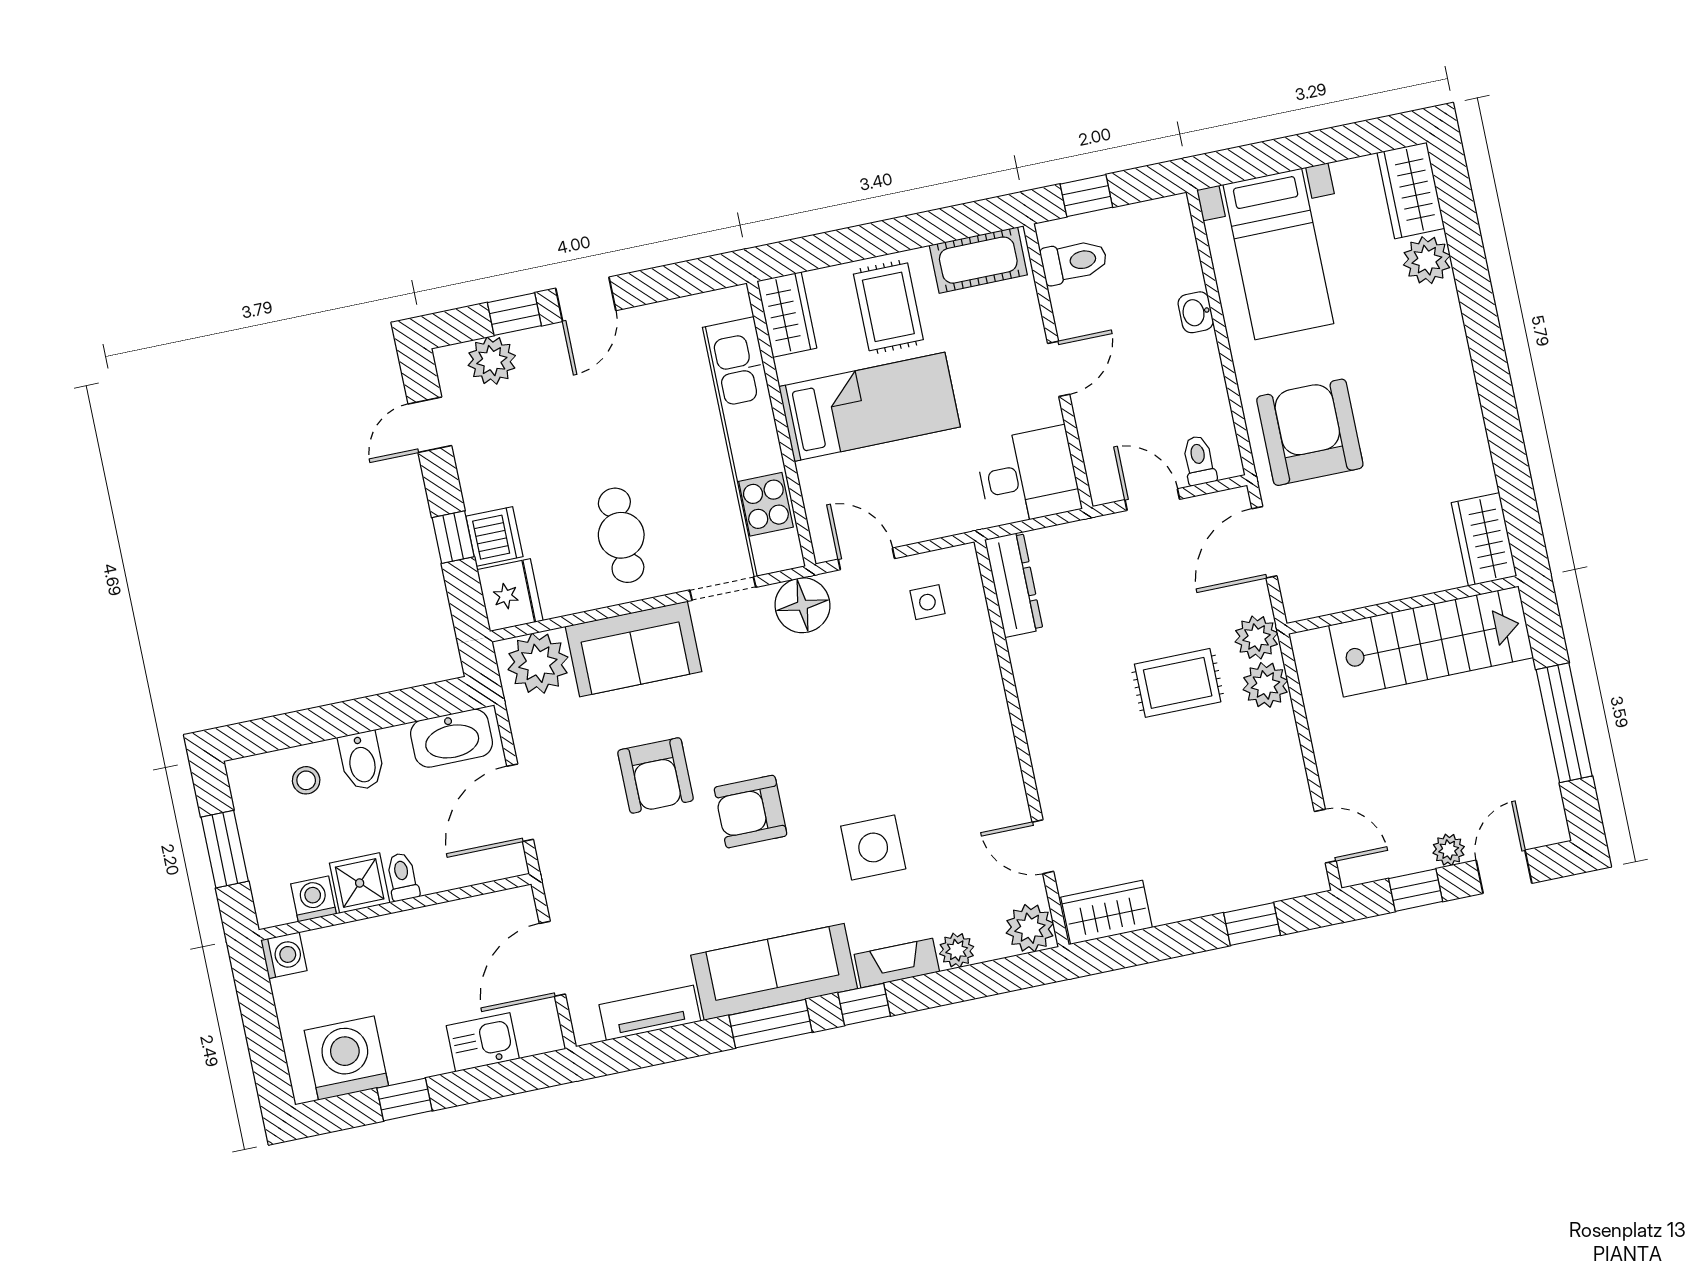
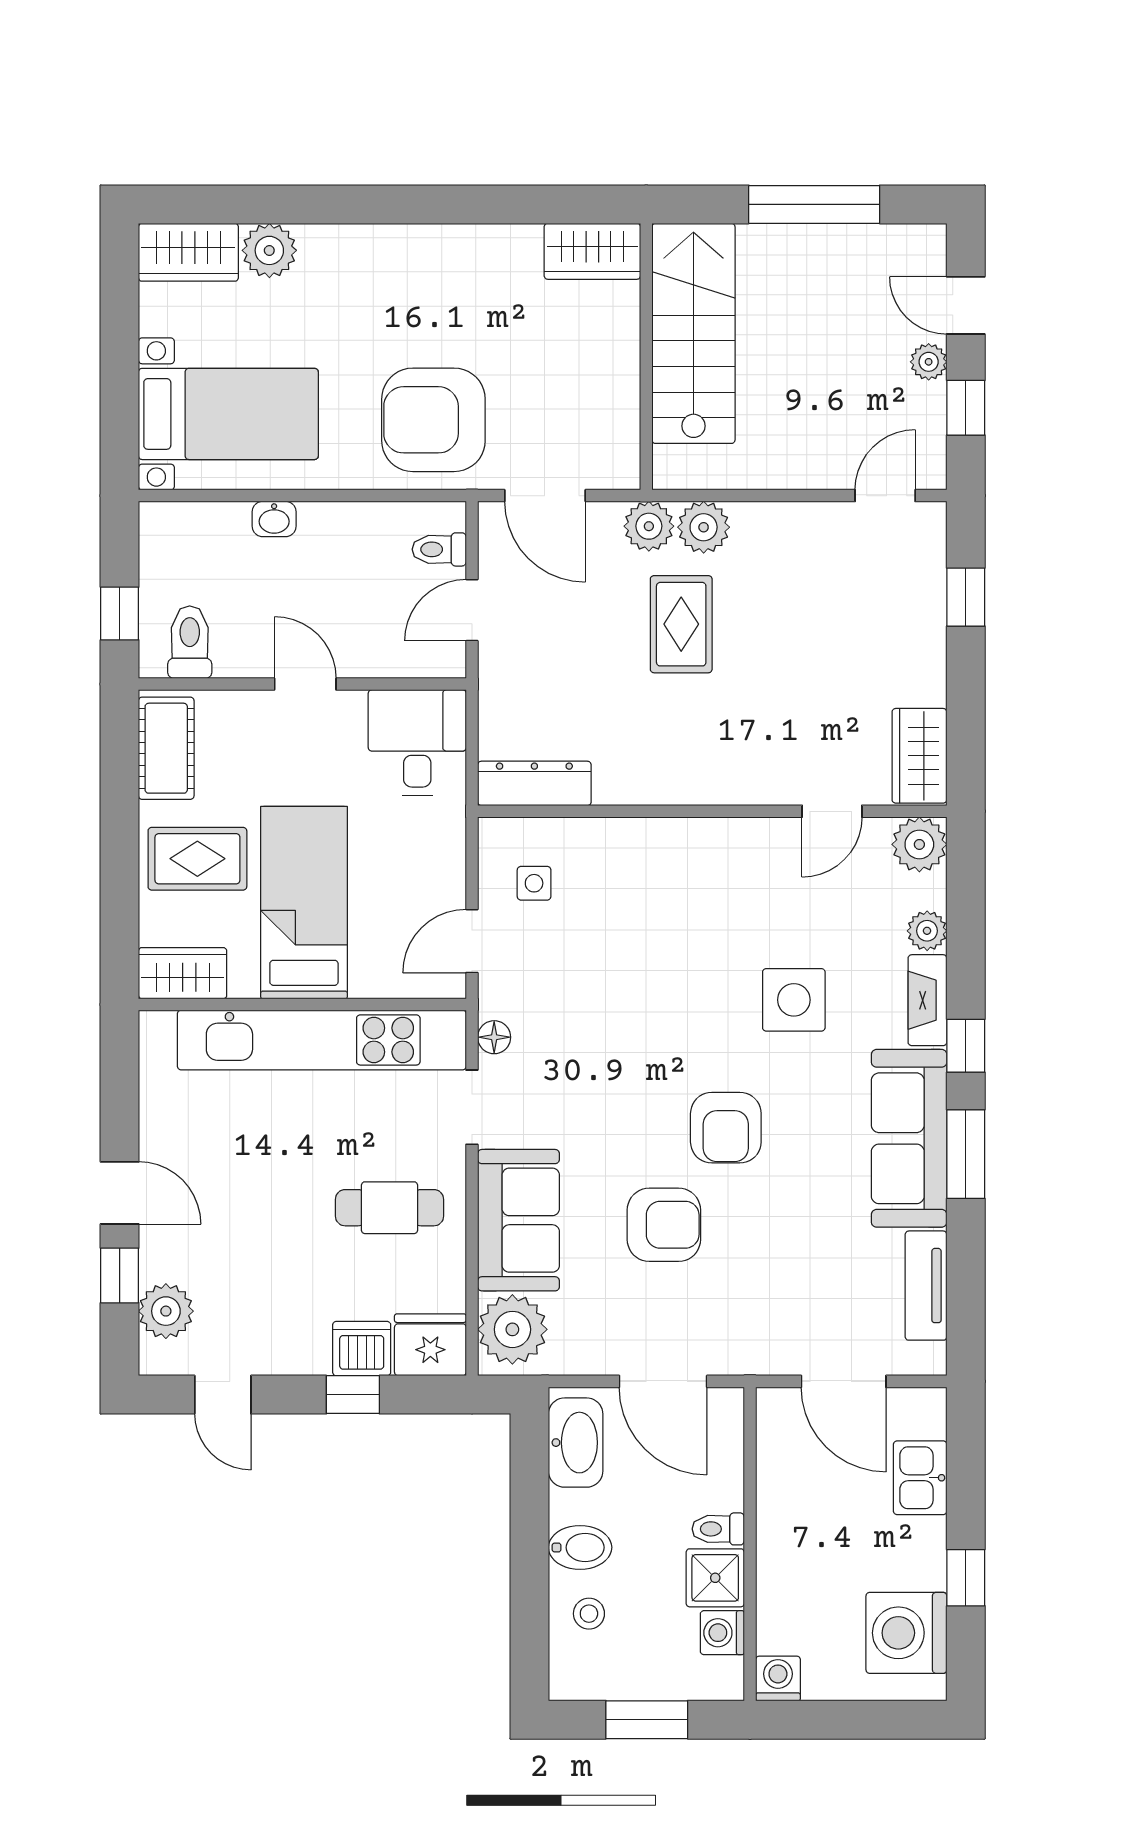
floor lamp: (802, 605) -> (494, 1037), width x0.53, depth x0.53

